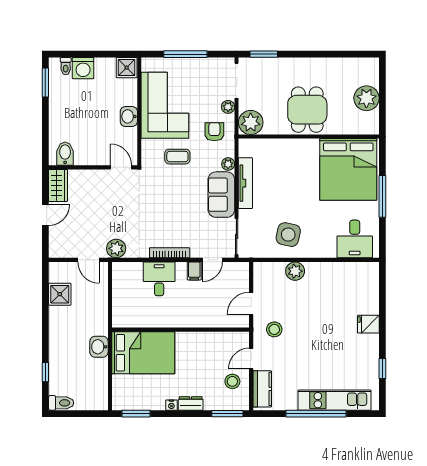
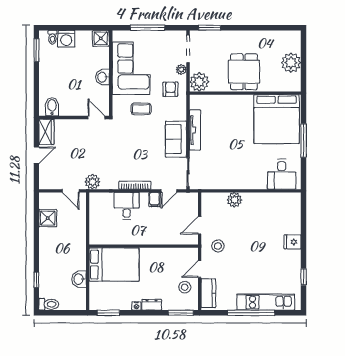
plant: (228, 164) -> (181, 115), removed
side table: (288, 235) -> (229, 171), removed
washbasin: (99, 347) -> (79, 279), moved

